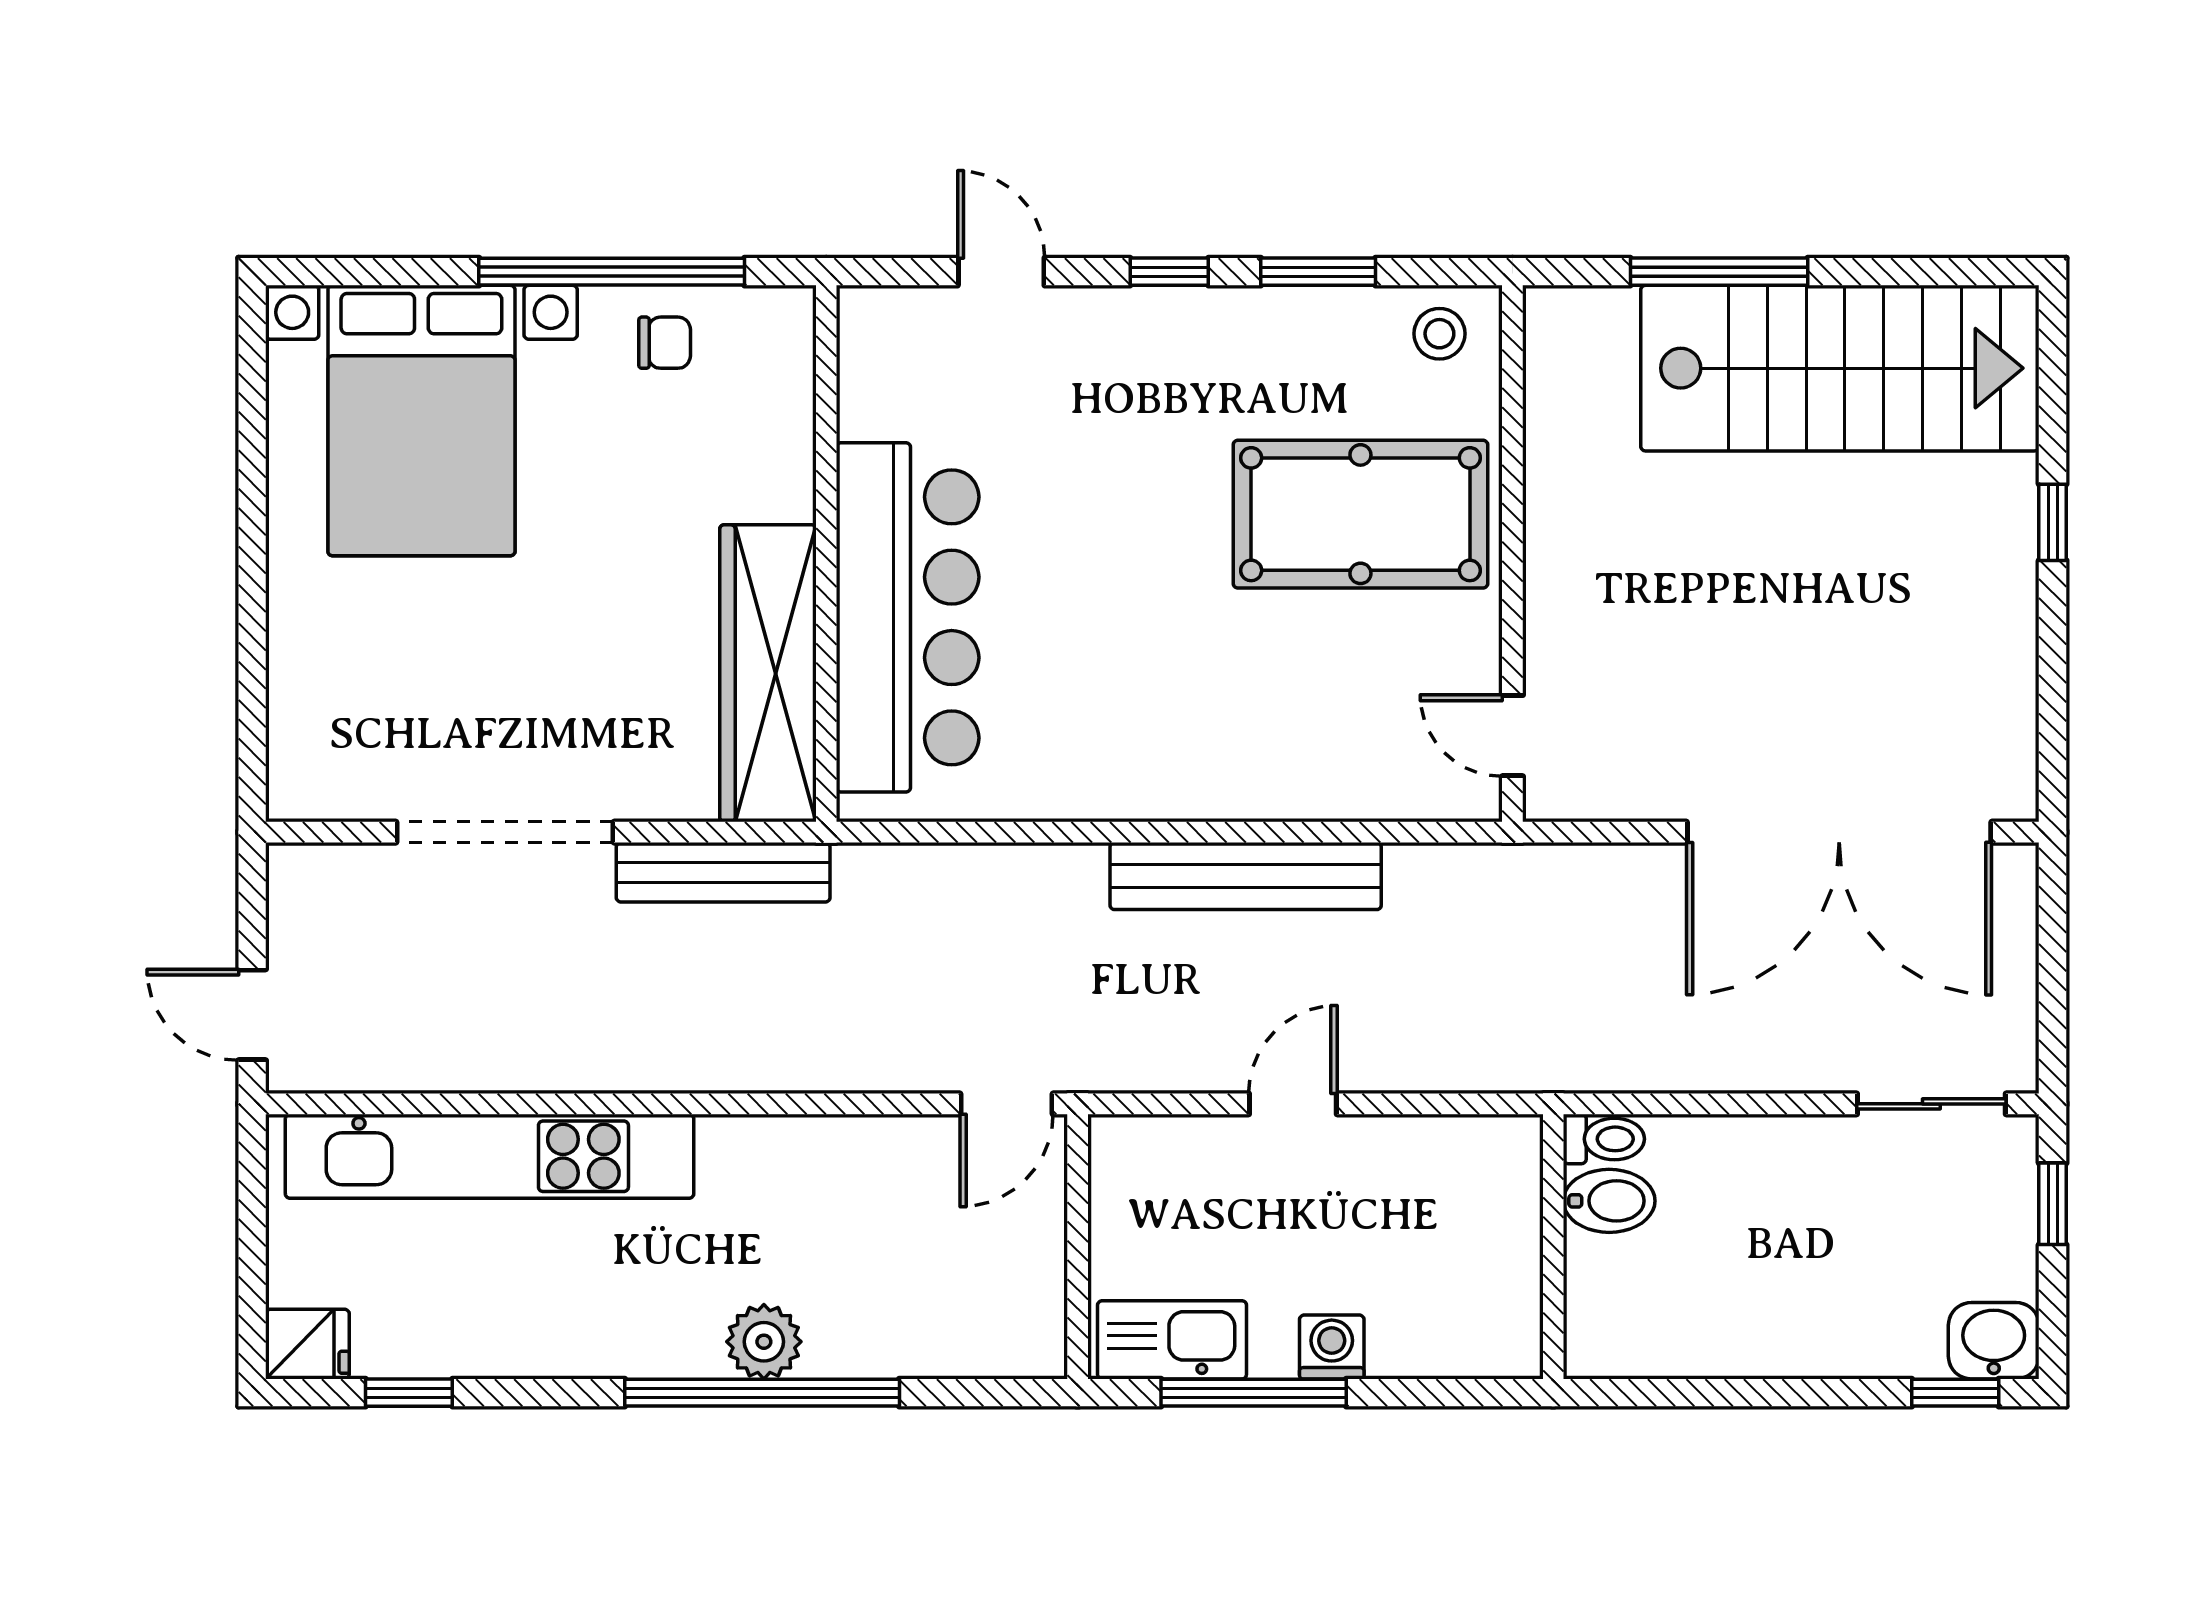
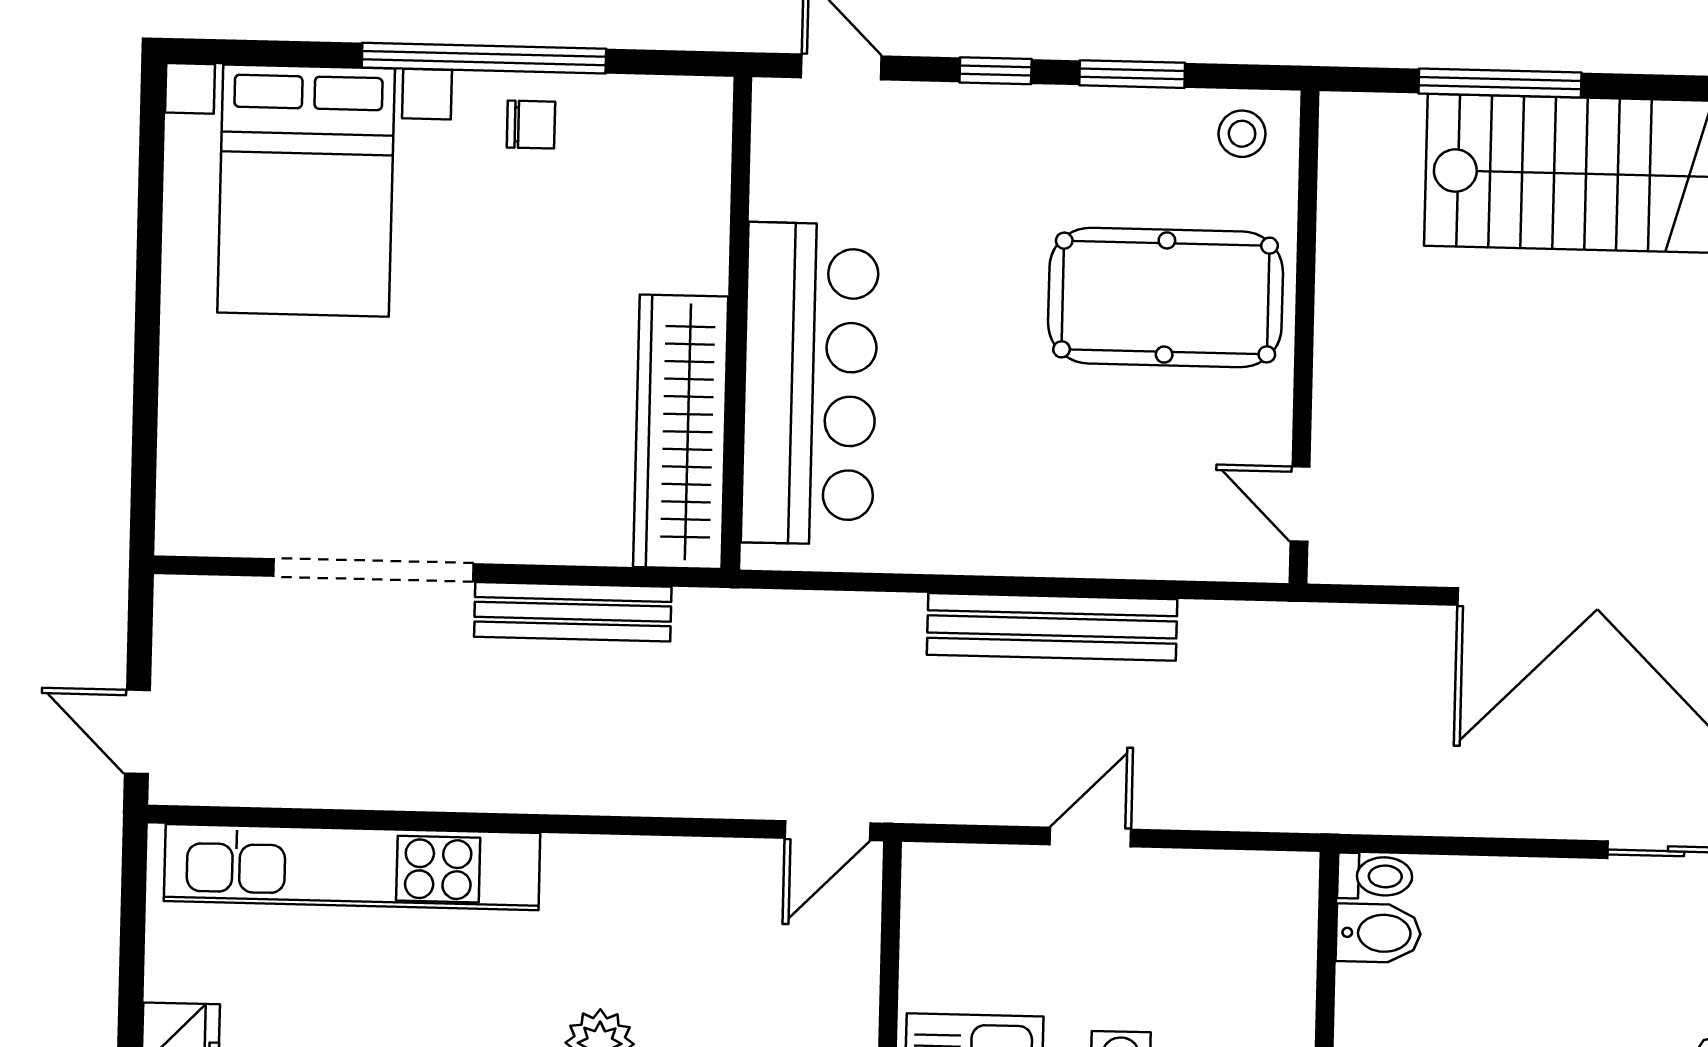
wall: (826, 554) -> (737, 323), moved
bar counter: (908, 617) -> (810, 384), moved
wardrobe: (768, 673) -> (681, 432), moved

